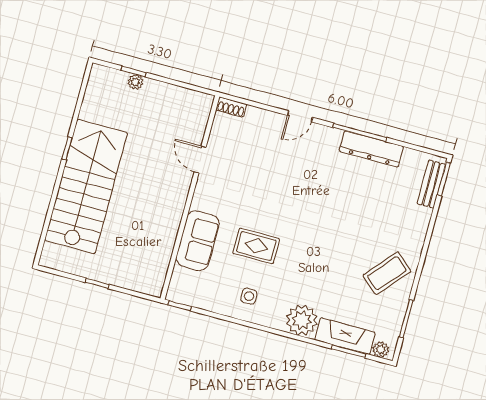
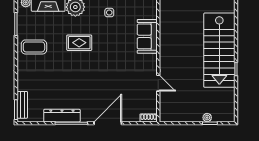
door: (300, 116) -> (108, 123), width x1.88
rug: (256, 246) -> (79, 43), moved
coffee table: (387, 273) -> (34, 47), turned 49

